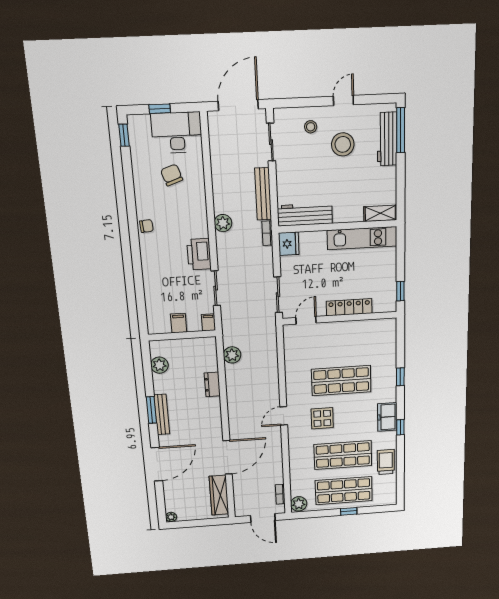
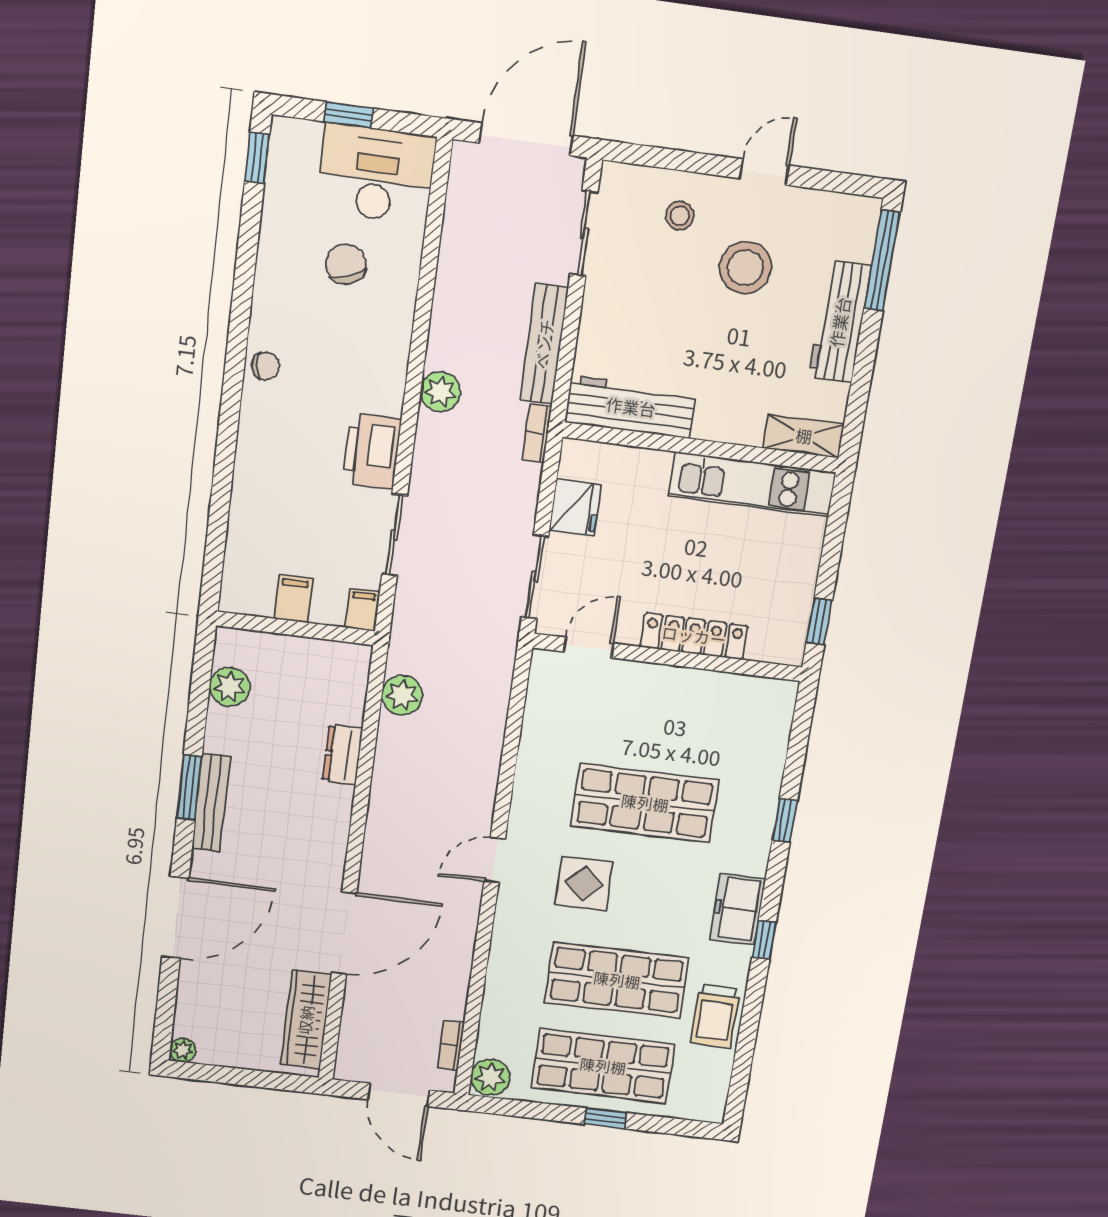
workbench: (387, 139) -> (840, 322), moved
fridge: (289, 244) -> (575, 507), moved
trolley: (386, 462) -> (715, 1016), turned 180

